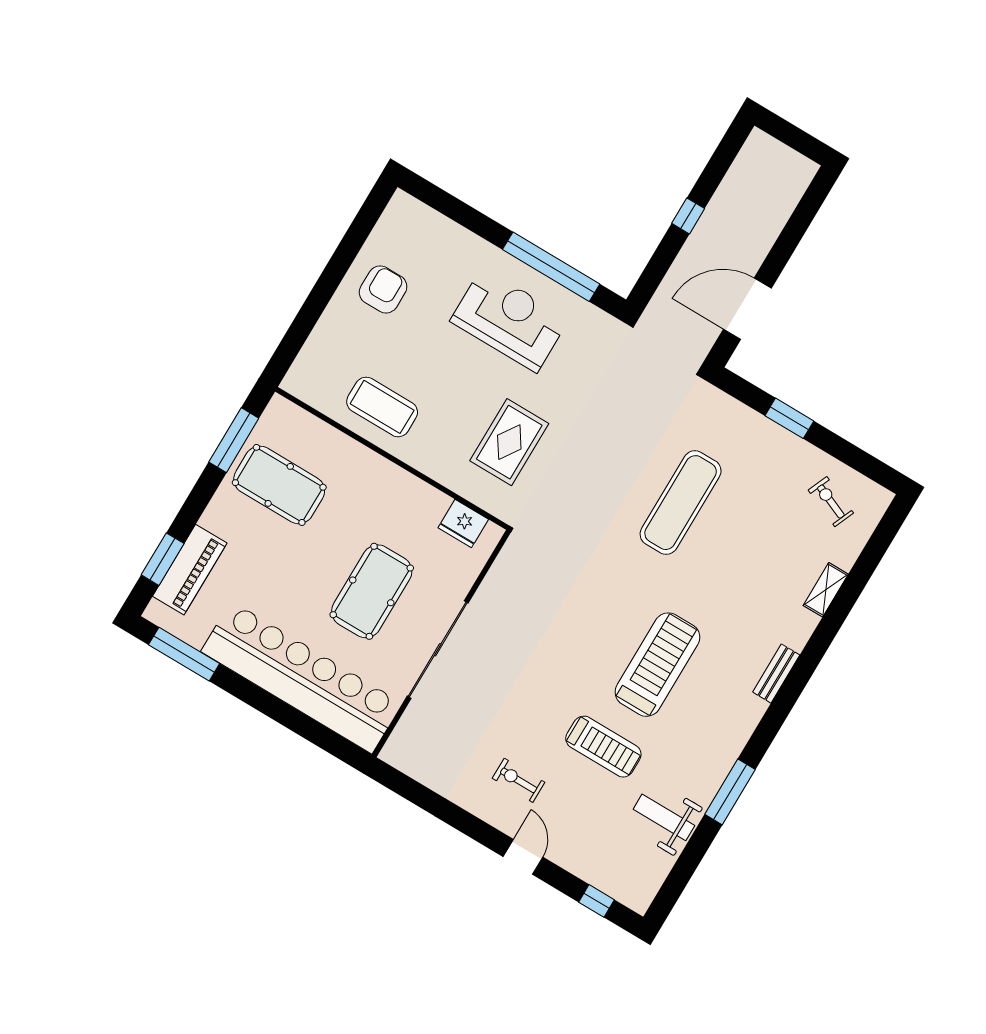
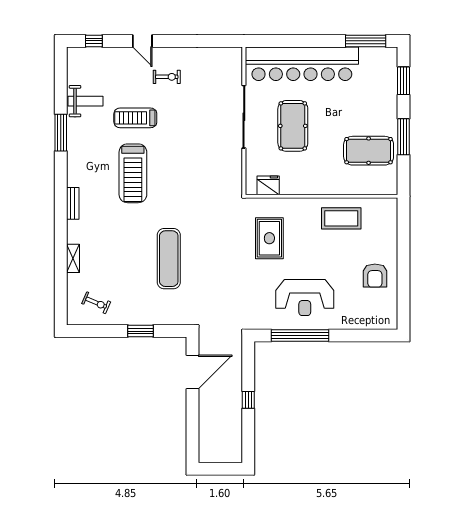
window: (234, 440) -> (404, 137), moved
piano: (190, 570) -> (387, 84), removed

